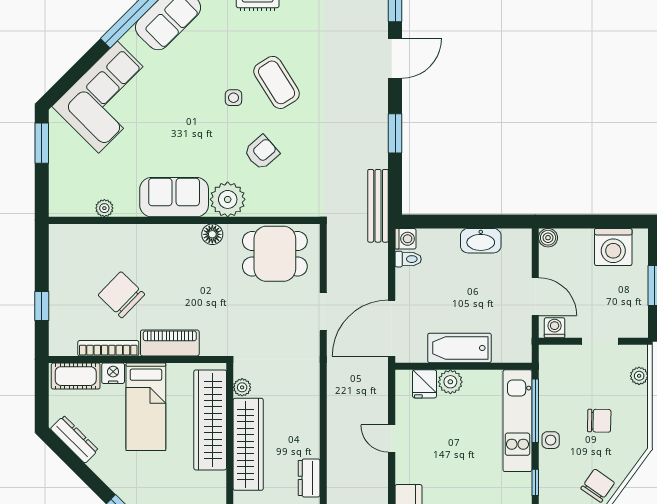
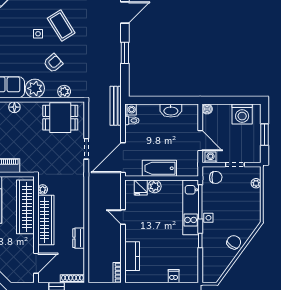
plant: (282, 205) -> (64, 92), added
bench: (378, 206) -> (116, 106), moved
floor lamp: (212, 234) -> (14, 107), moved
chair: (599, 421) -> (216, 177), moved

